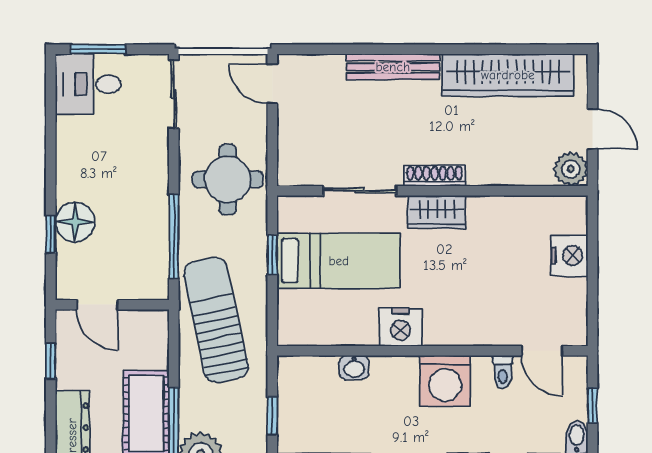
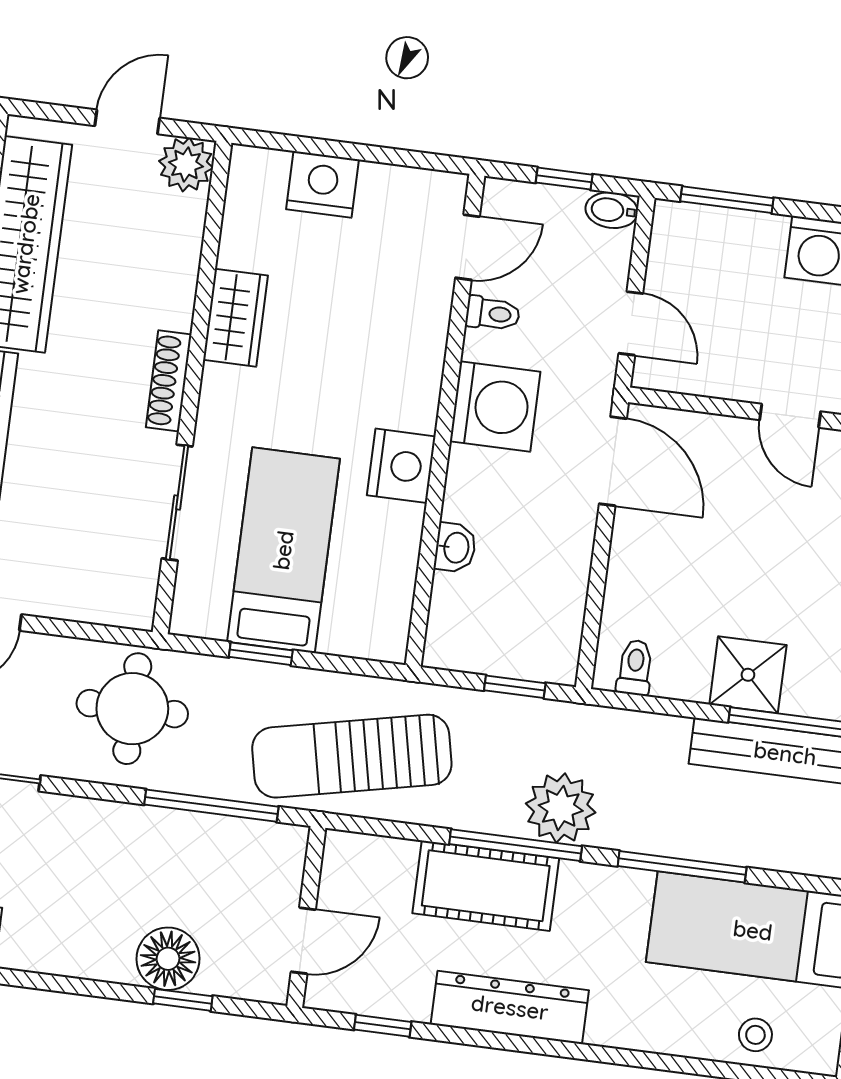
wardrobe: (437, 212) -> (235, 318), moved

